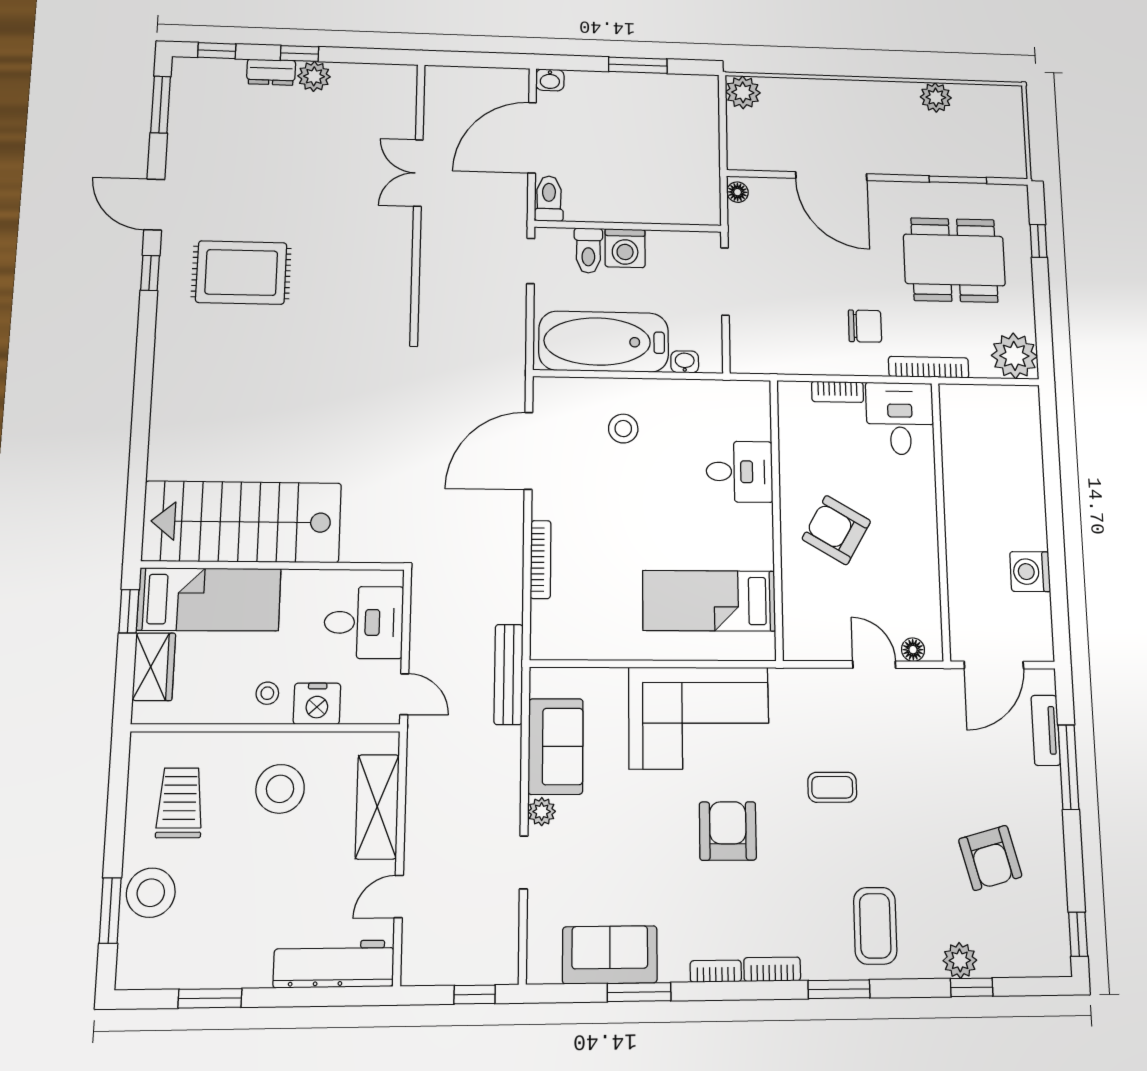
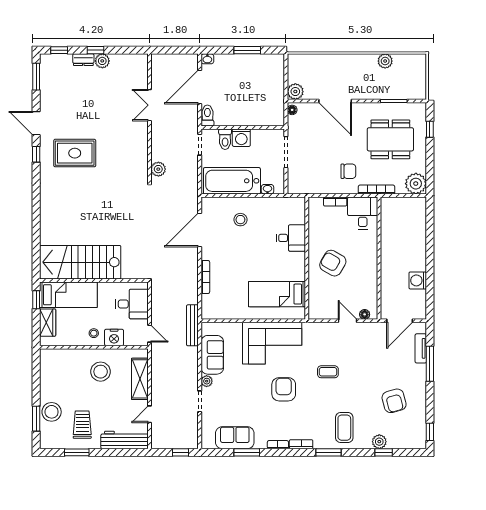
plant: (743, 92) -> (295, 92), moved
plant: (435, 312) -> (158, 169), added
trolley: (180, 803) -> (82, 425), moved

